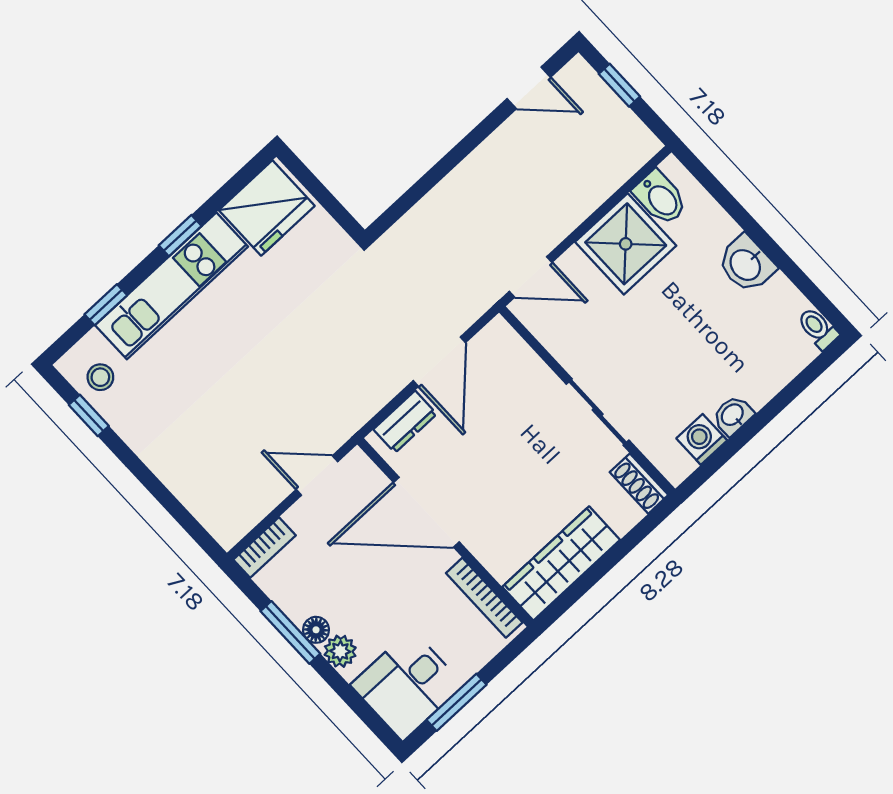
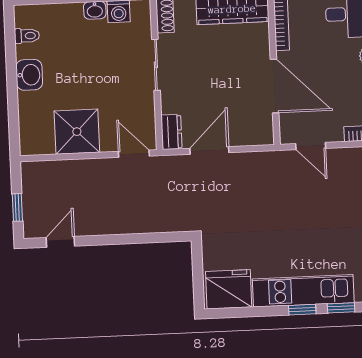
door: (529, 88) -> (60, 242), hinge flipped
bidet: (660, 198) -> (43, 139), removed
window: (180, 236) -> (302, 310), moved
toilet: (818, 328) -> (27, 36), moved, turned -90
dresser: (405, 422) -> (171, 132), moved, turned 90

